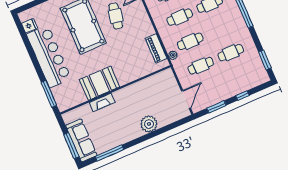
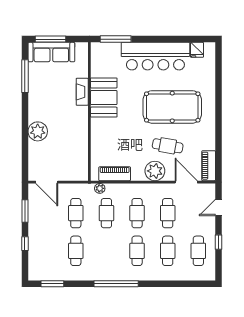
plant: (140, 17) -> (155, 171), added

